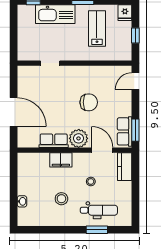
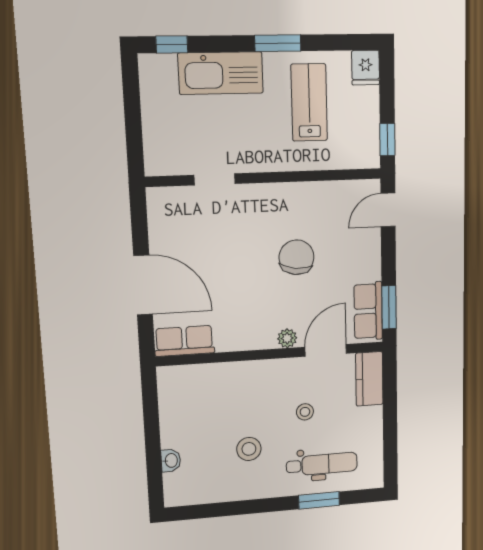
window: (135, 35) -> (387, 140), moved
chair: (89, 102) -> (296, 257), turned -83
plant: (79, 138) -> (287, 338), width x0.53, depth x0.53
row of seats: (54, 141) -> (184, 341), moved
door: (102, 150) -> (326, 350), hinge flipped
filing cabinet: (61, 160) -> (245, 375), removed

